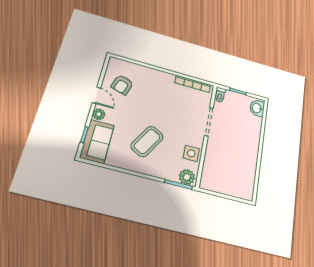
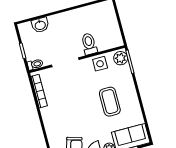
washbasin: (257, 108) -> (40, 25), moved
coffee table: (147, 141) -> (110, 102), turned 60
toilet: (217, 154) -> (89, 44), added

